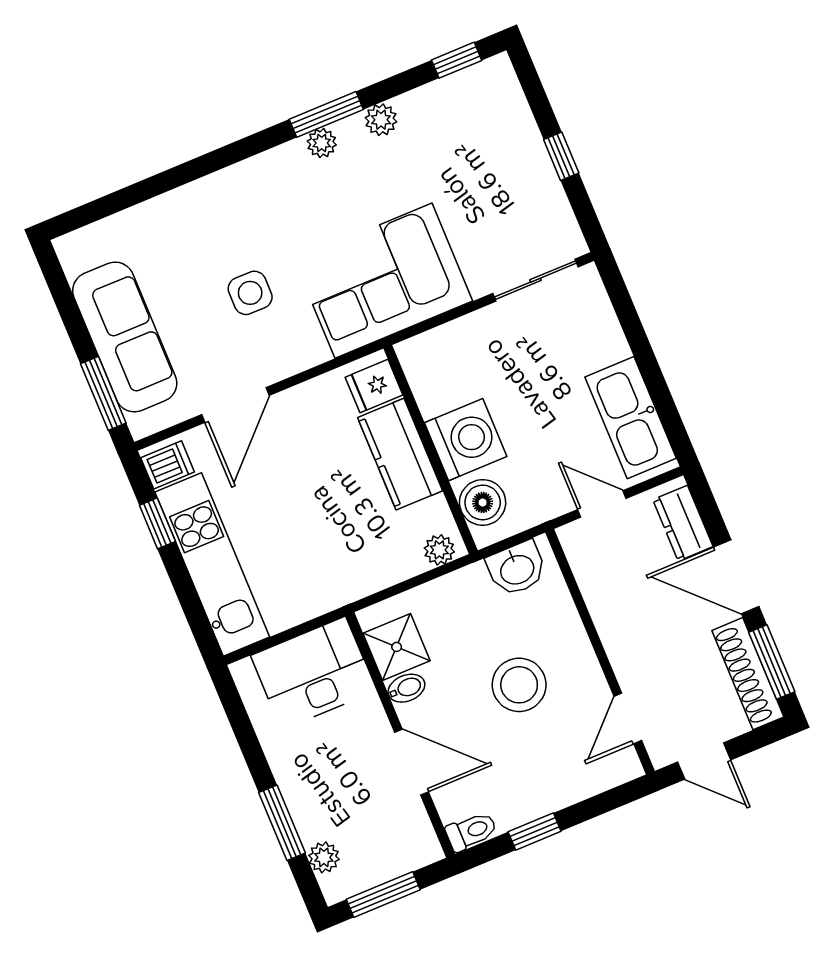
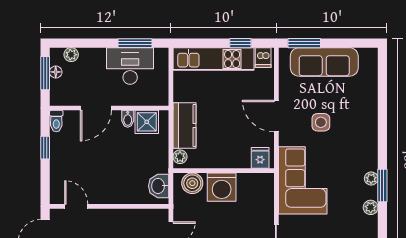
door: (235, 405) -> (276, 116), moved
kitchen counter: (400, 454) -> (184, 126), moved, turned 90
desk: (313, 673) -> (130, 66), moved, turned -90
stool: (519, 685) -> (109, 167), removed
window: (282, 823) -> (135, 43), moved
floor lamp: (372, 874) -> (56, 72), added

